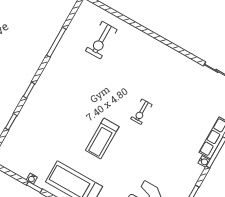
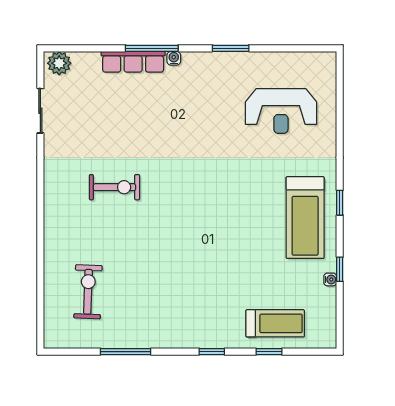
exercise bike: (101, 40) -> (88, 292), turned -88
exercise bike: (141, 112) -> (114, 187), moved, width x1.38, depth x1.39
treadmill: (102, 138) -> (275, 323), moved

